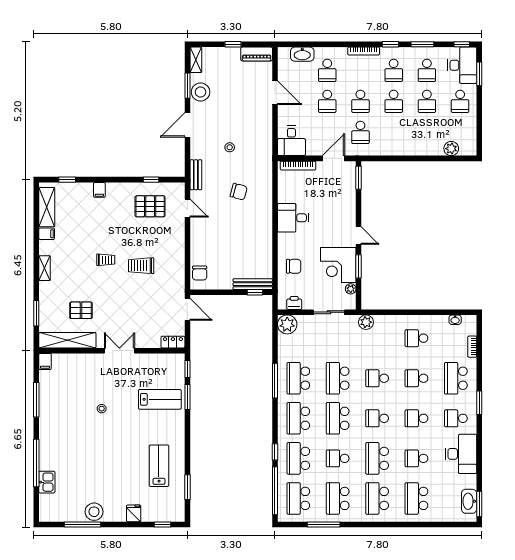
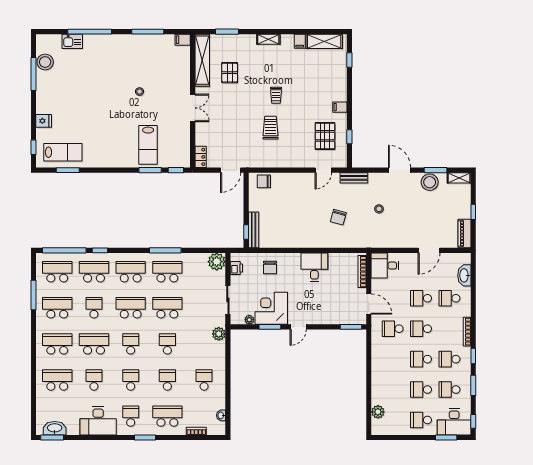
filing cabinet: (99, 190) -> (340, 107), moved
lab bench: (159, 466) -> (63, 152), moved
stool: (94, 512) -> (45, 62), moved

